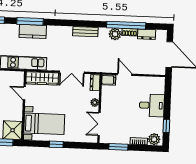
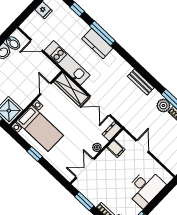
filing cabinet: (109, 80) -> (116, 149), moved
desk: (152, 105) -> (145, 188), width x1.37

